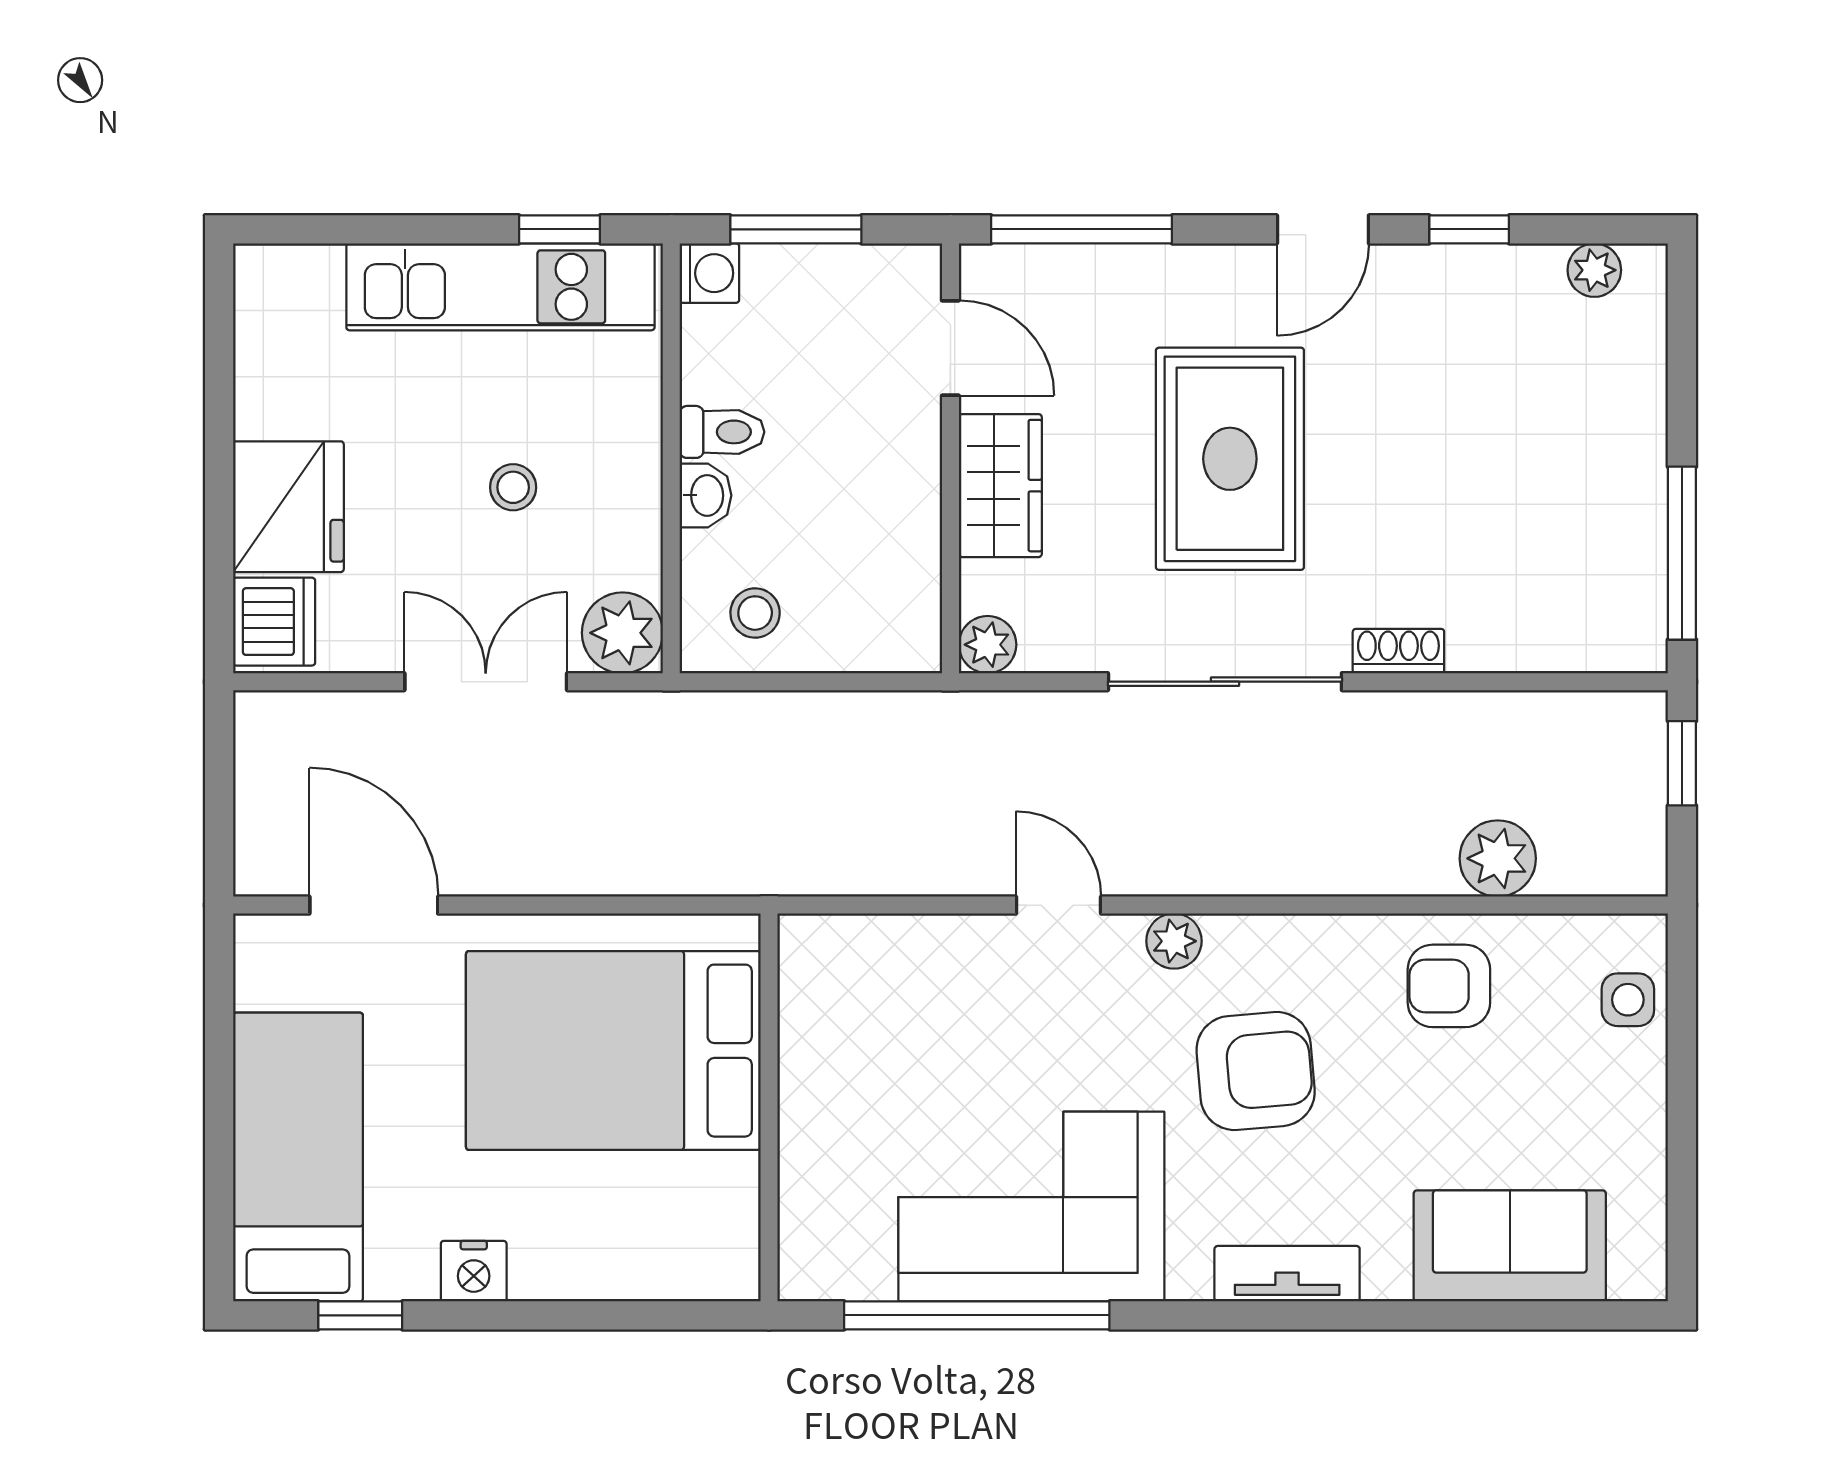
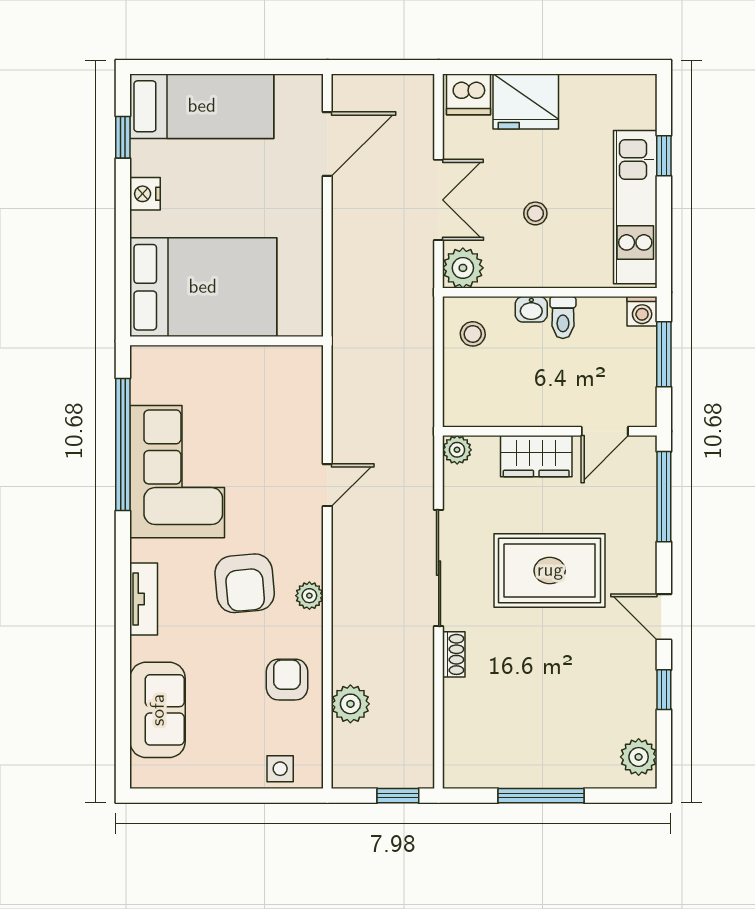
window: (559, 229) -> (664, 156), moved
plant: (1594, 270) -> (639, 757), width x1.38, depth x1.38
window: (1682, 553) -> (541, 796), moved
plant: (1174, 941) -> (309, 596), moved
bed: (613, 1051) -> (203, 287), moved, turned 90

